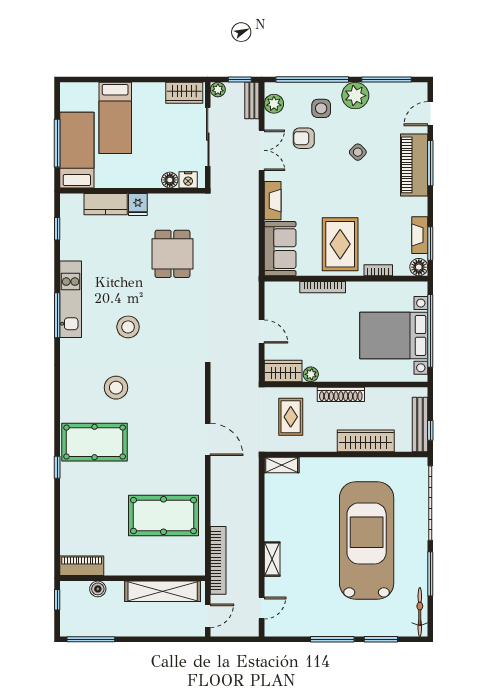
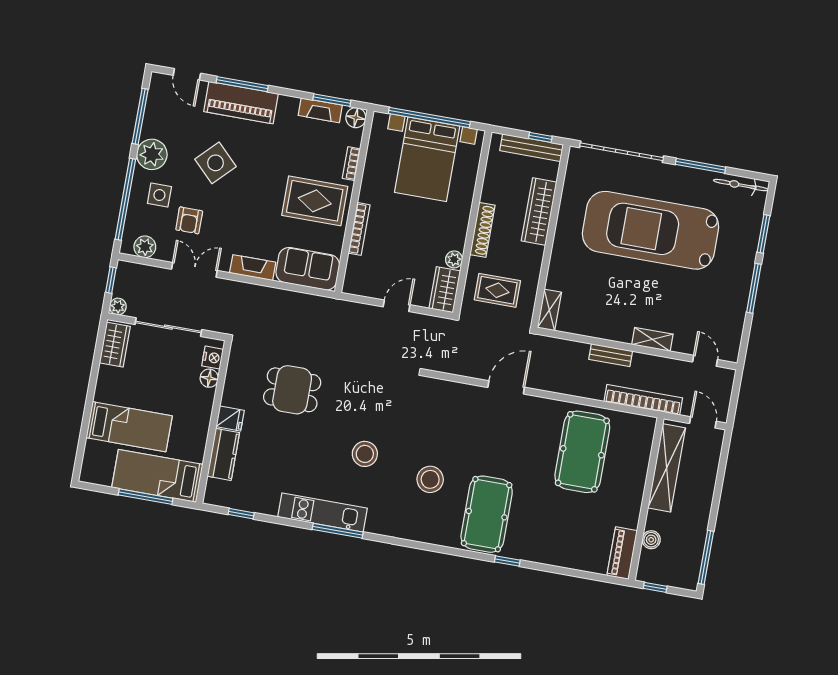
bench: (252, 101) -> (611, 355), moved
side table: (358, 152) -> (216, 163), width x1.87, depth x1.87

